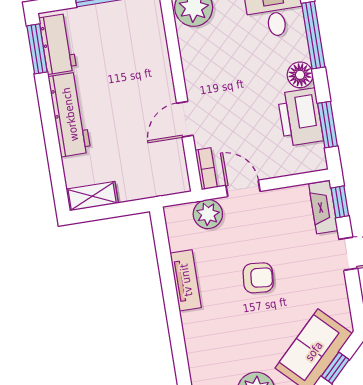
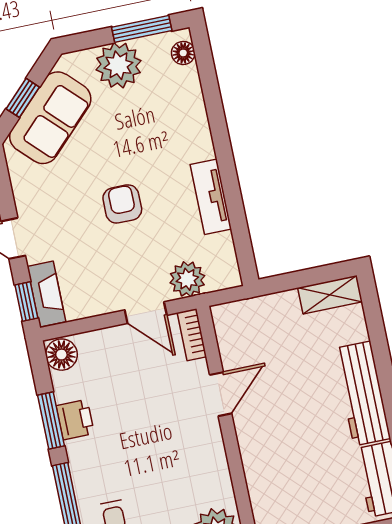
floor lamp: (300, 75) -> (61, 355), moved
printer: (300, 117) -> (75, 420), width x0.53, depth x0.68
window: (328, 125) -> (51, 420), moved
armchair: (258, 278) -> (122, 204), turned 85

